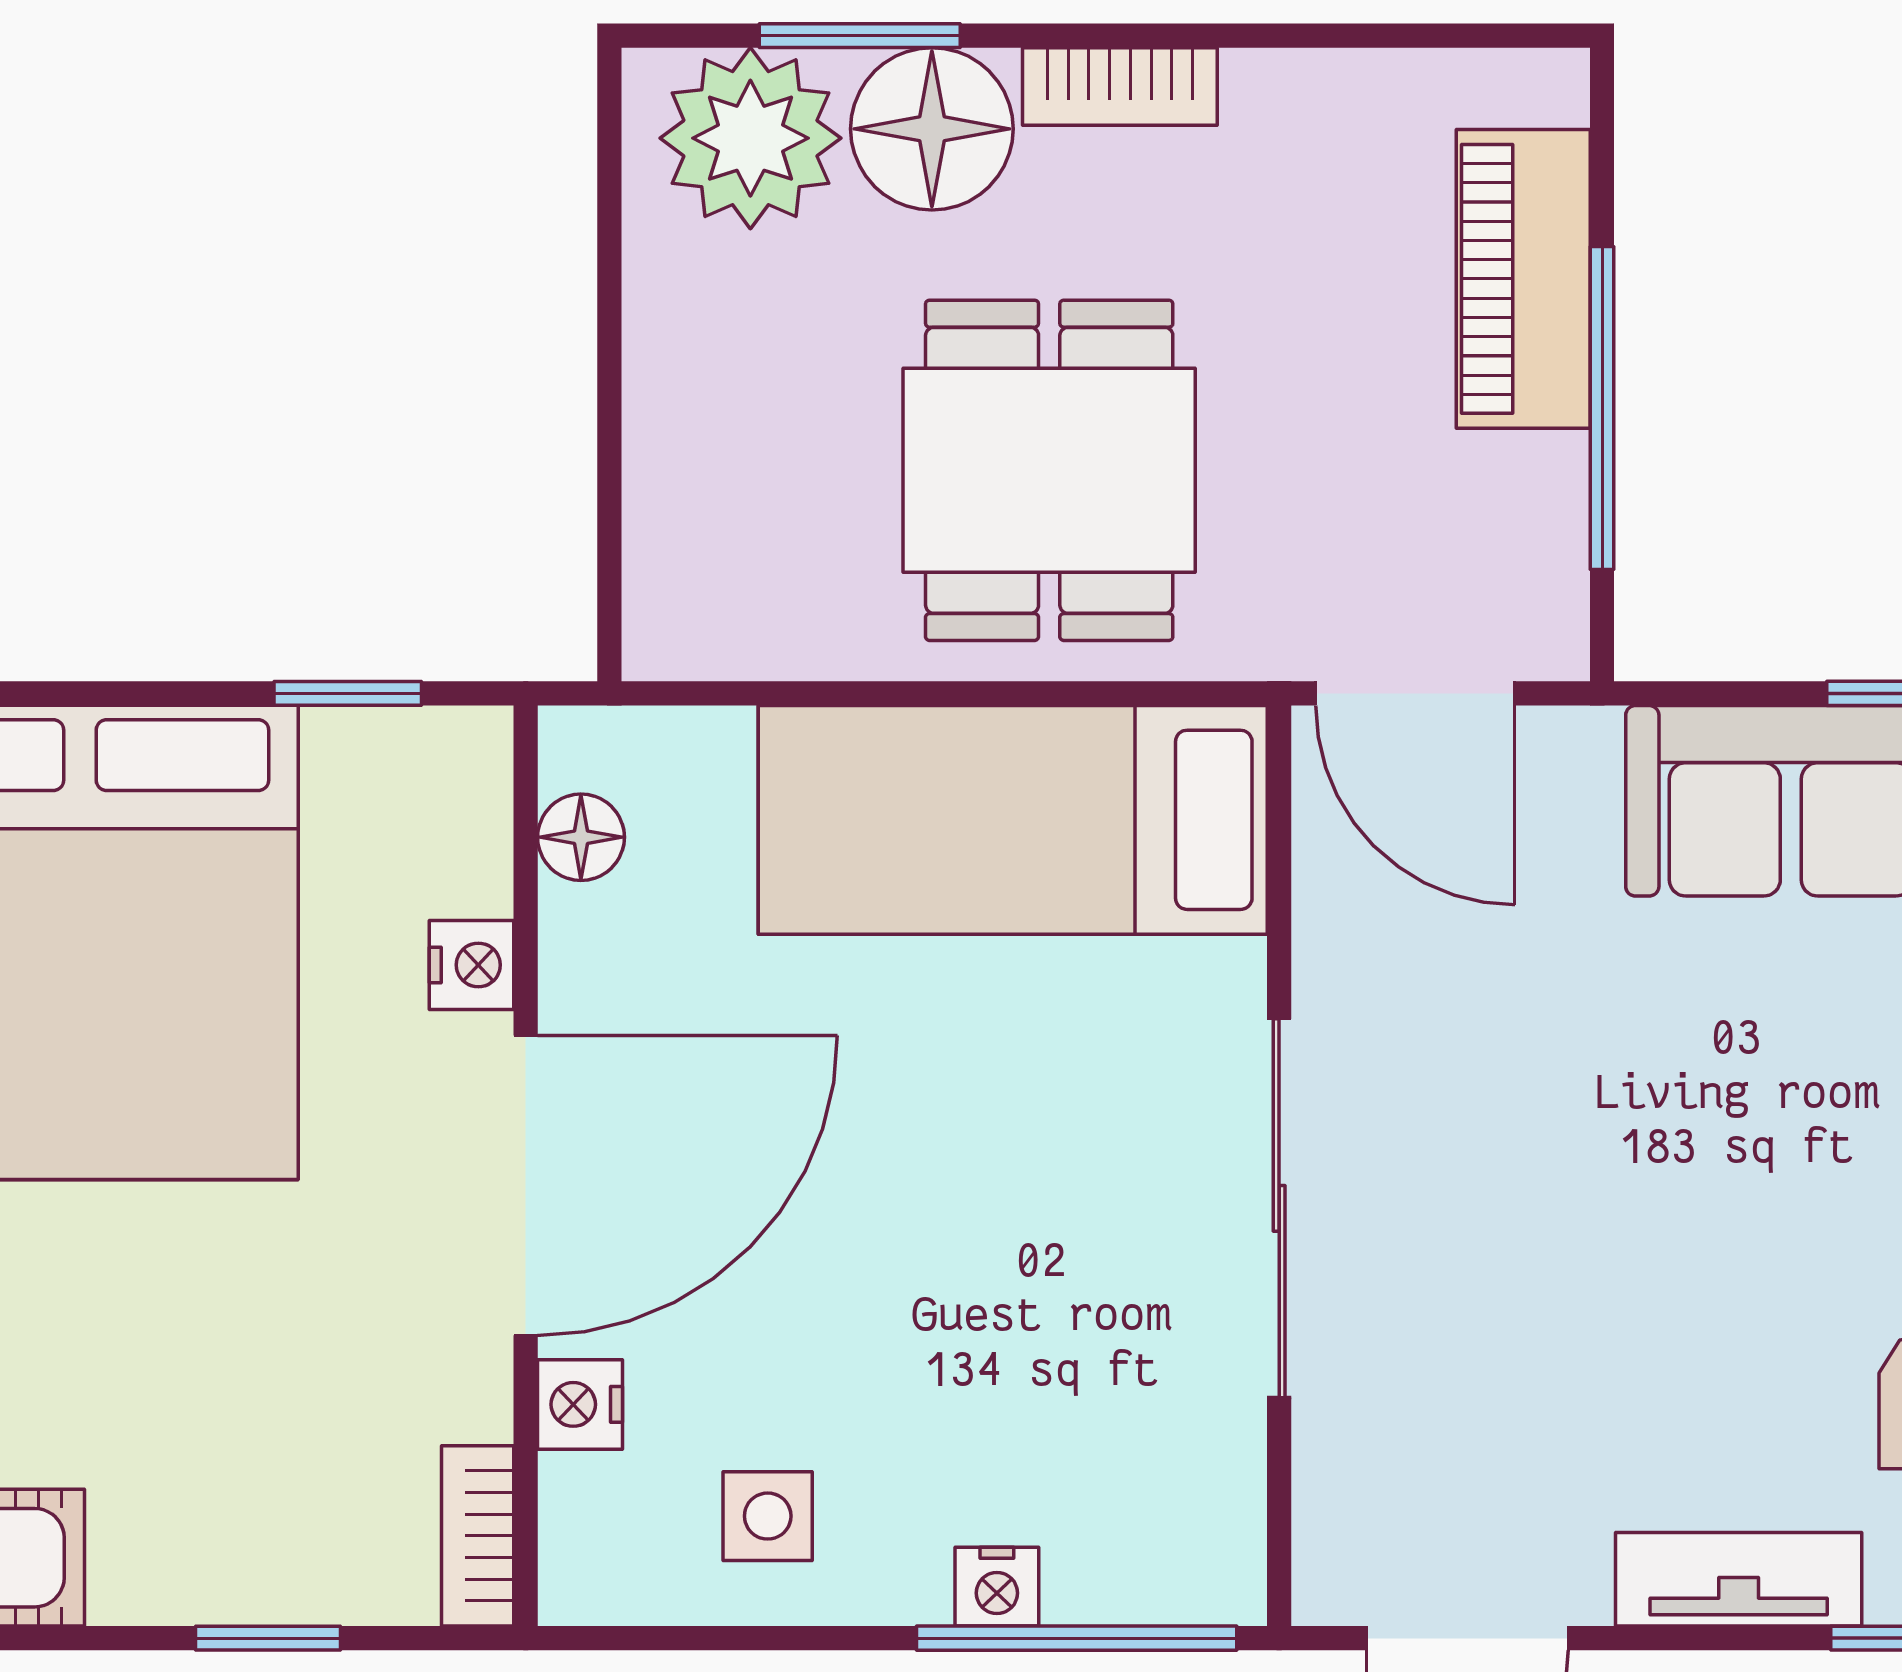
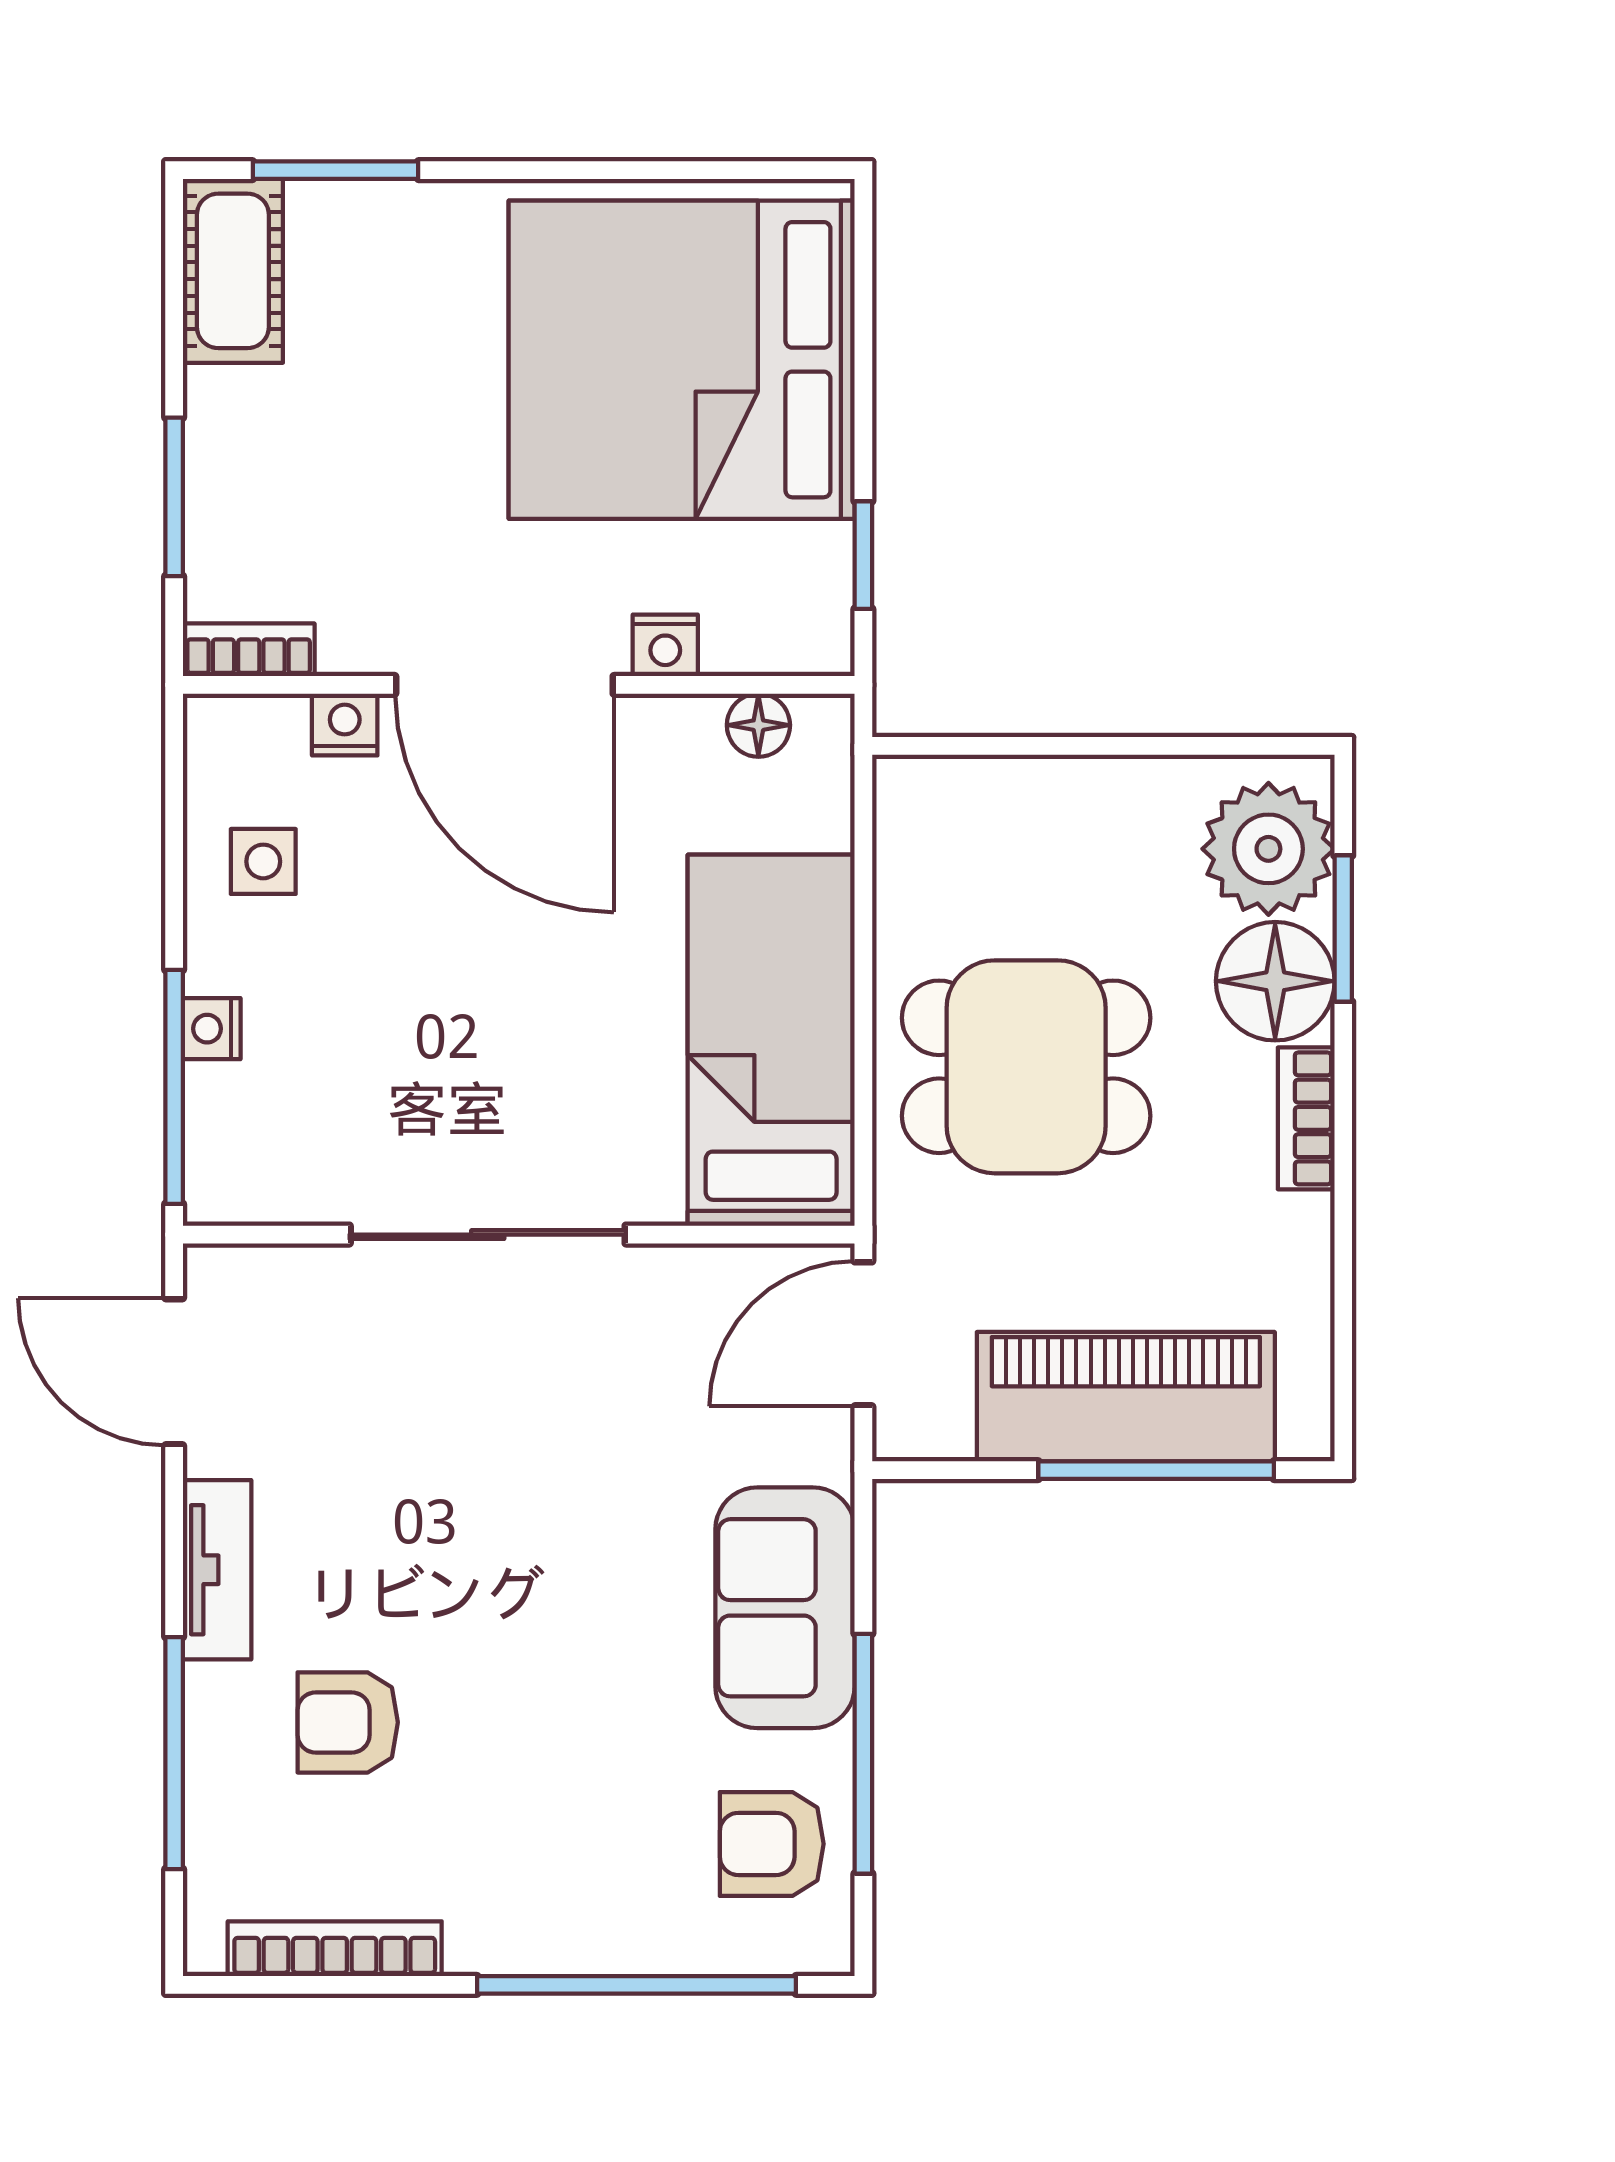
piano: (1523, 279) -> (1126, 1397), width x1.37, depth x1.33
window: (1602, 408) -> (1156, 1470), moved
window: (268, 1638) -> (174, 497), width x1.50

